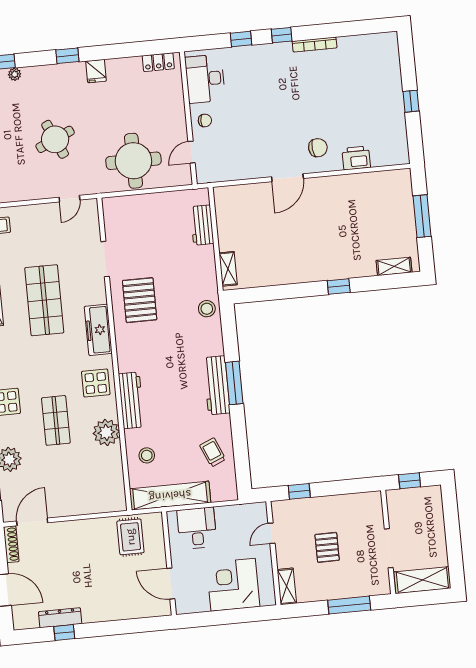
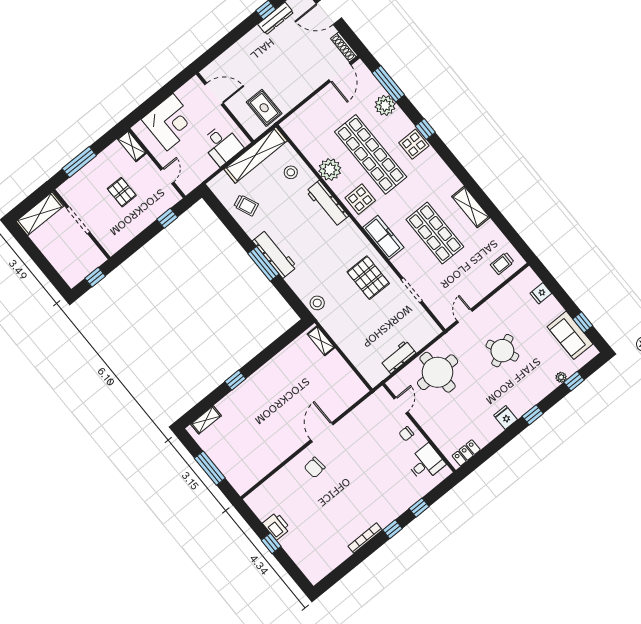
desk: (205, 79) -> (426, 463), width x0.73
printer: (356, 158) -> (277, 526), moved, turned -90
workbench: (202, 225) -> (398, 357), moved, turned -90
shop shelf: (56, 420) -> (371, 154), width x2.00, depth x1.36

